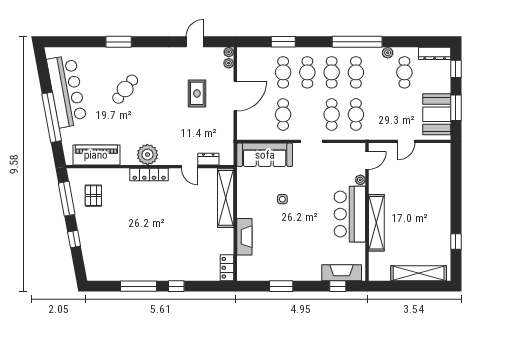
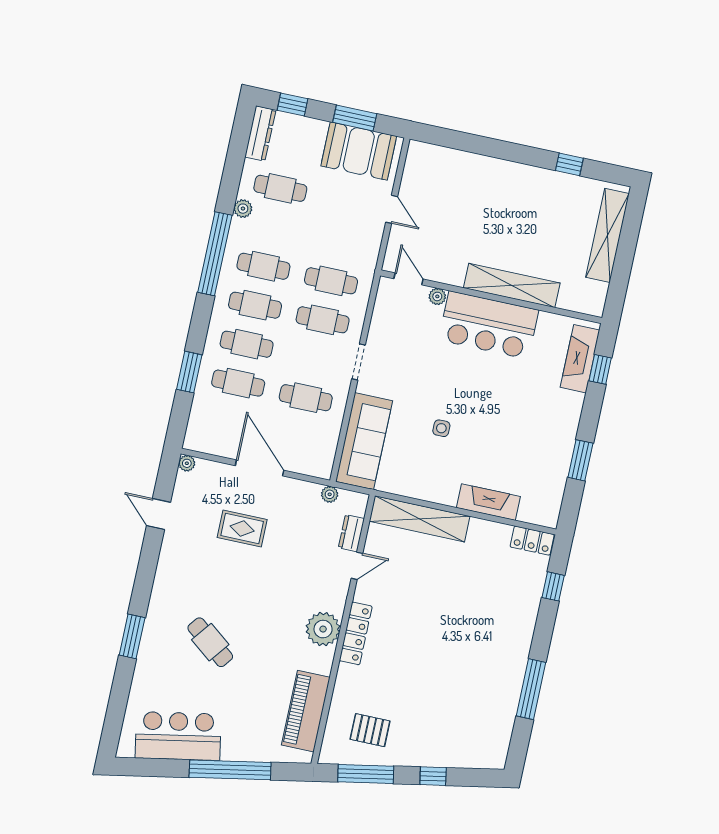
plant: (229, 63) -> (330, 494), moved
bar counter: (67, 91) -> (178, 736), width x0.73
window: (176, 286) -> (553, 586), moved

